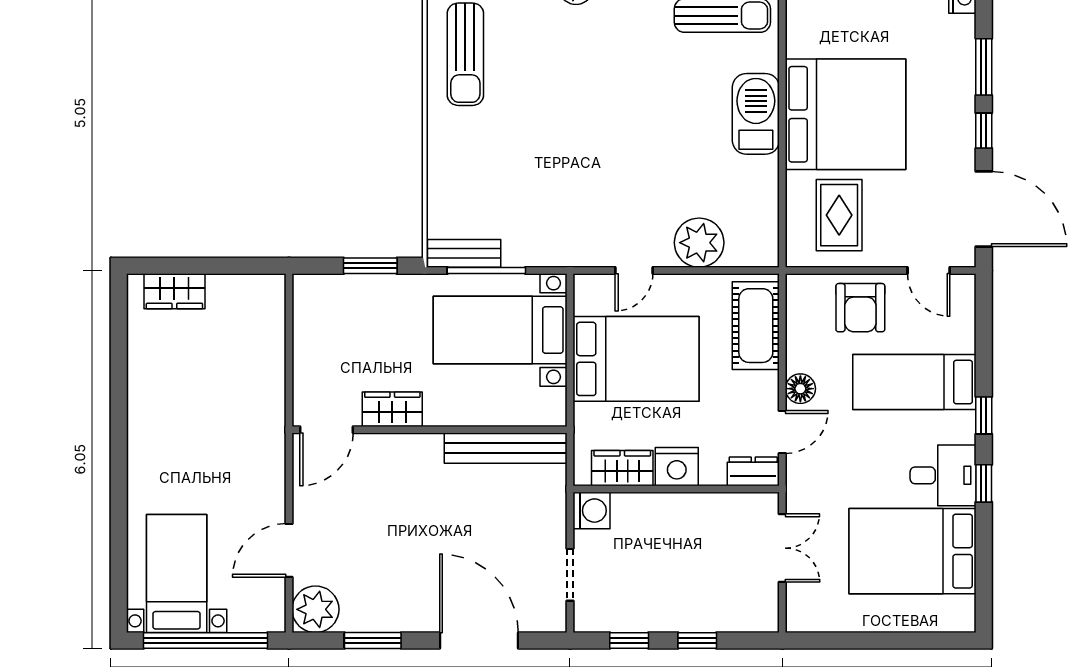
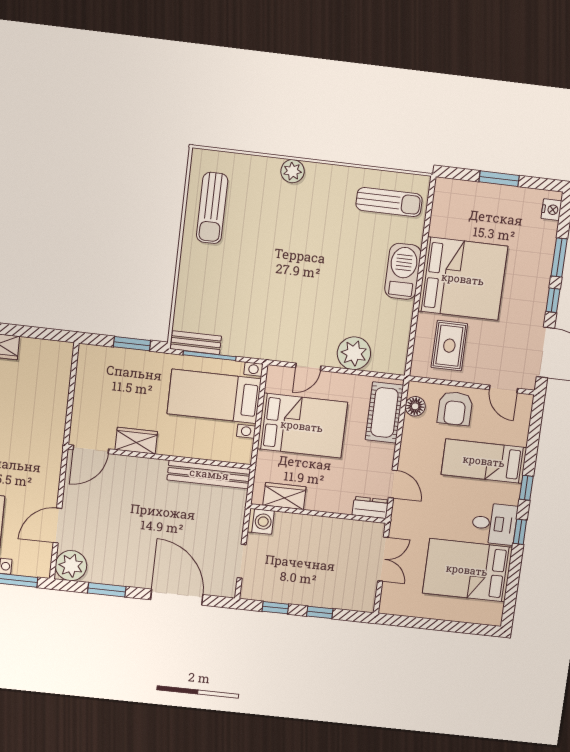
floor lamp: (800, 389) -> (415, 406), moved
door: (782, 432) -> (393, 484), hinge flipped
nightstand: (677, 467) -> (320, 499), removed

